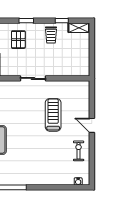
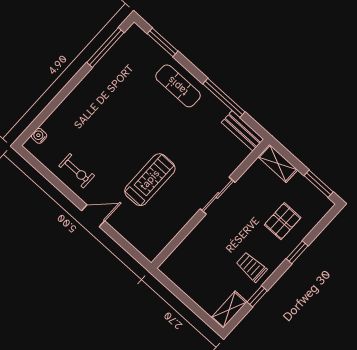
pallet: (18, 40) -> (283, 221), turned 90
treadmill: (53, 115) -> (150, 180), turned -90

